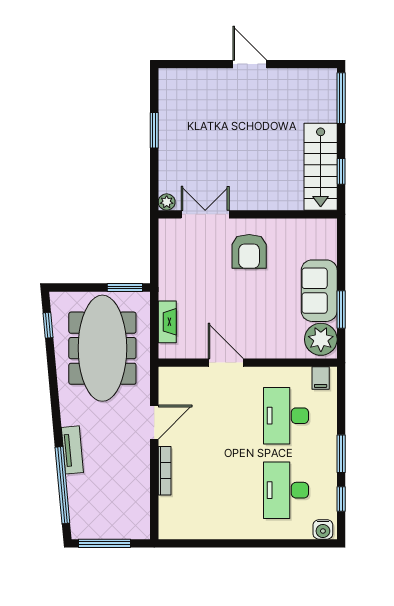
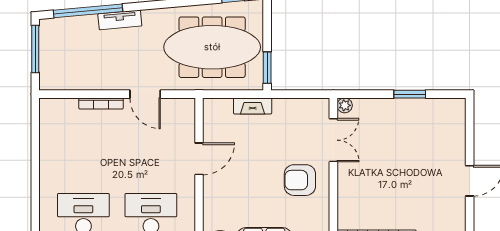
fireplace: (167, 322) -> (253, 106), moved

